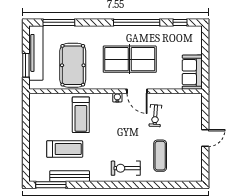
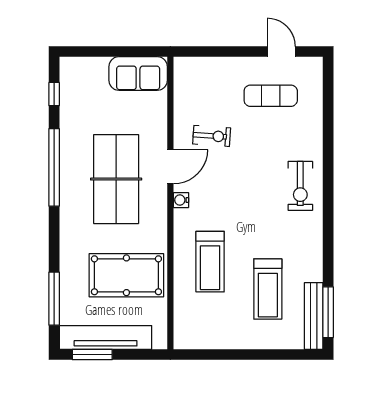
window: (26, 65) -> (92, 354), moved
treadmill: (81, 115) -> (210, 262), turned 90
door: (205, 138) -> (281, 51), moved
treadmill: (65, 149) -> (268, 289), turned 180
exercise mat: (160, 156) -> (271, 96), moved
bench: (70, 176) -> (314, 316), moved

